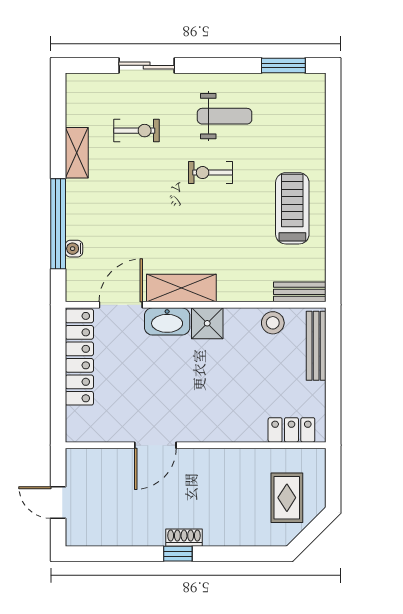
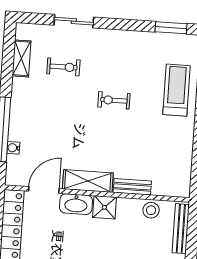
weight bench: (225, 116) -> (127, 61), removed
shelving: (77, 153) -> (21, 58), moved
treadmill: (292, 208) -> (176, 90), moved
bench: (300, 292) -> (132, 187), moved

